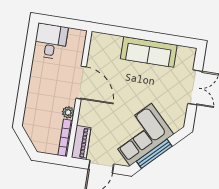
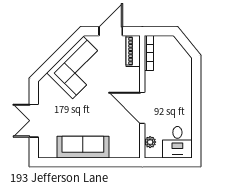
plant: (68, 112) -> (150, 142), moved
window: (154, 154) -> (62, 51), removed

